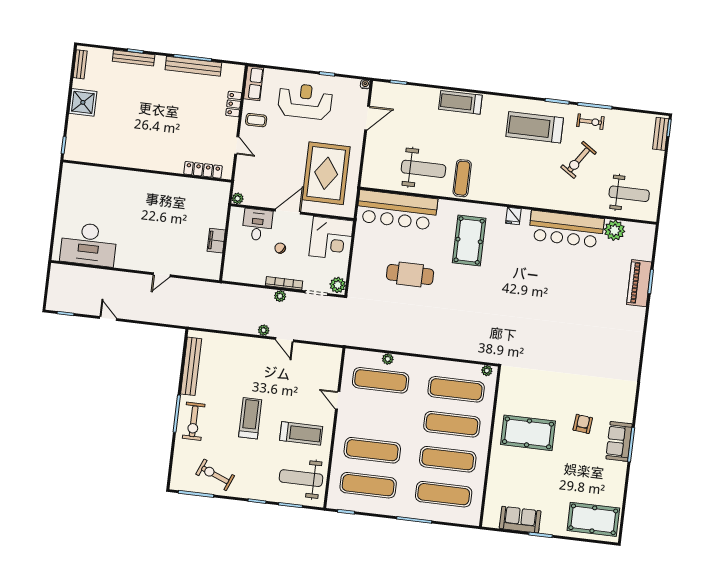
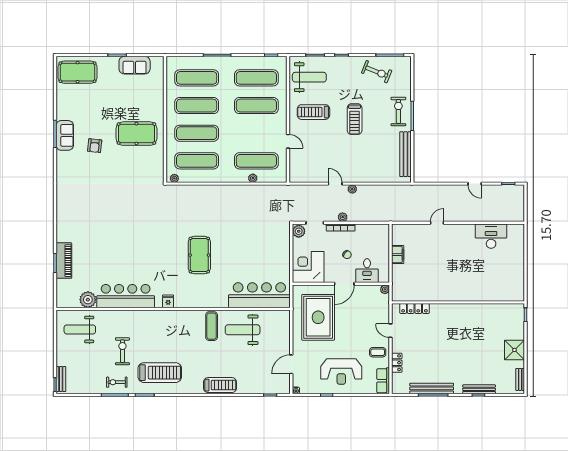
exercise bike: (579, 160) -> (122, 351), turned -34
pool table: (469, 240) -> (199, 255), moved
desk: (89, 244) -> (491, 236), width x0.73, depth x0.77
cafe table: (410, 274) -> (243, 246), removed

